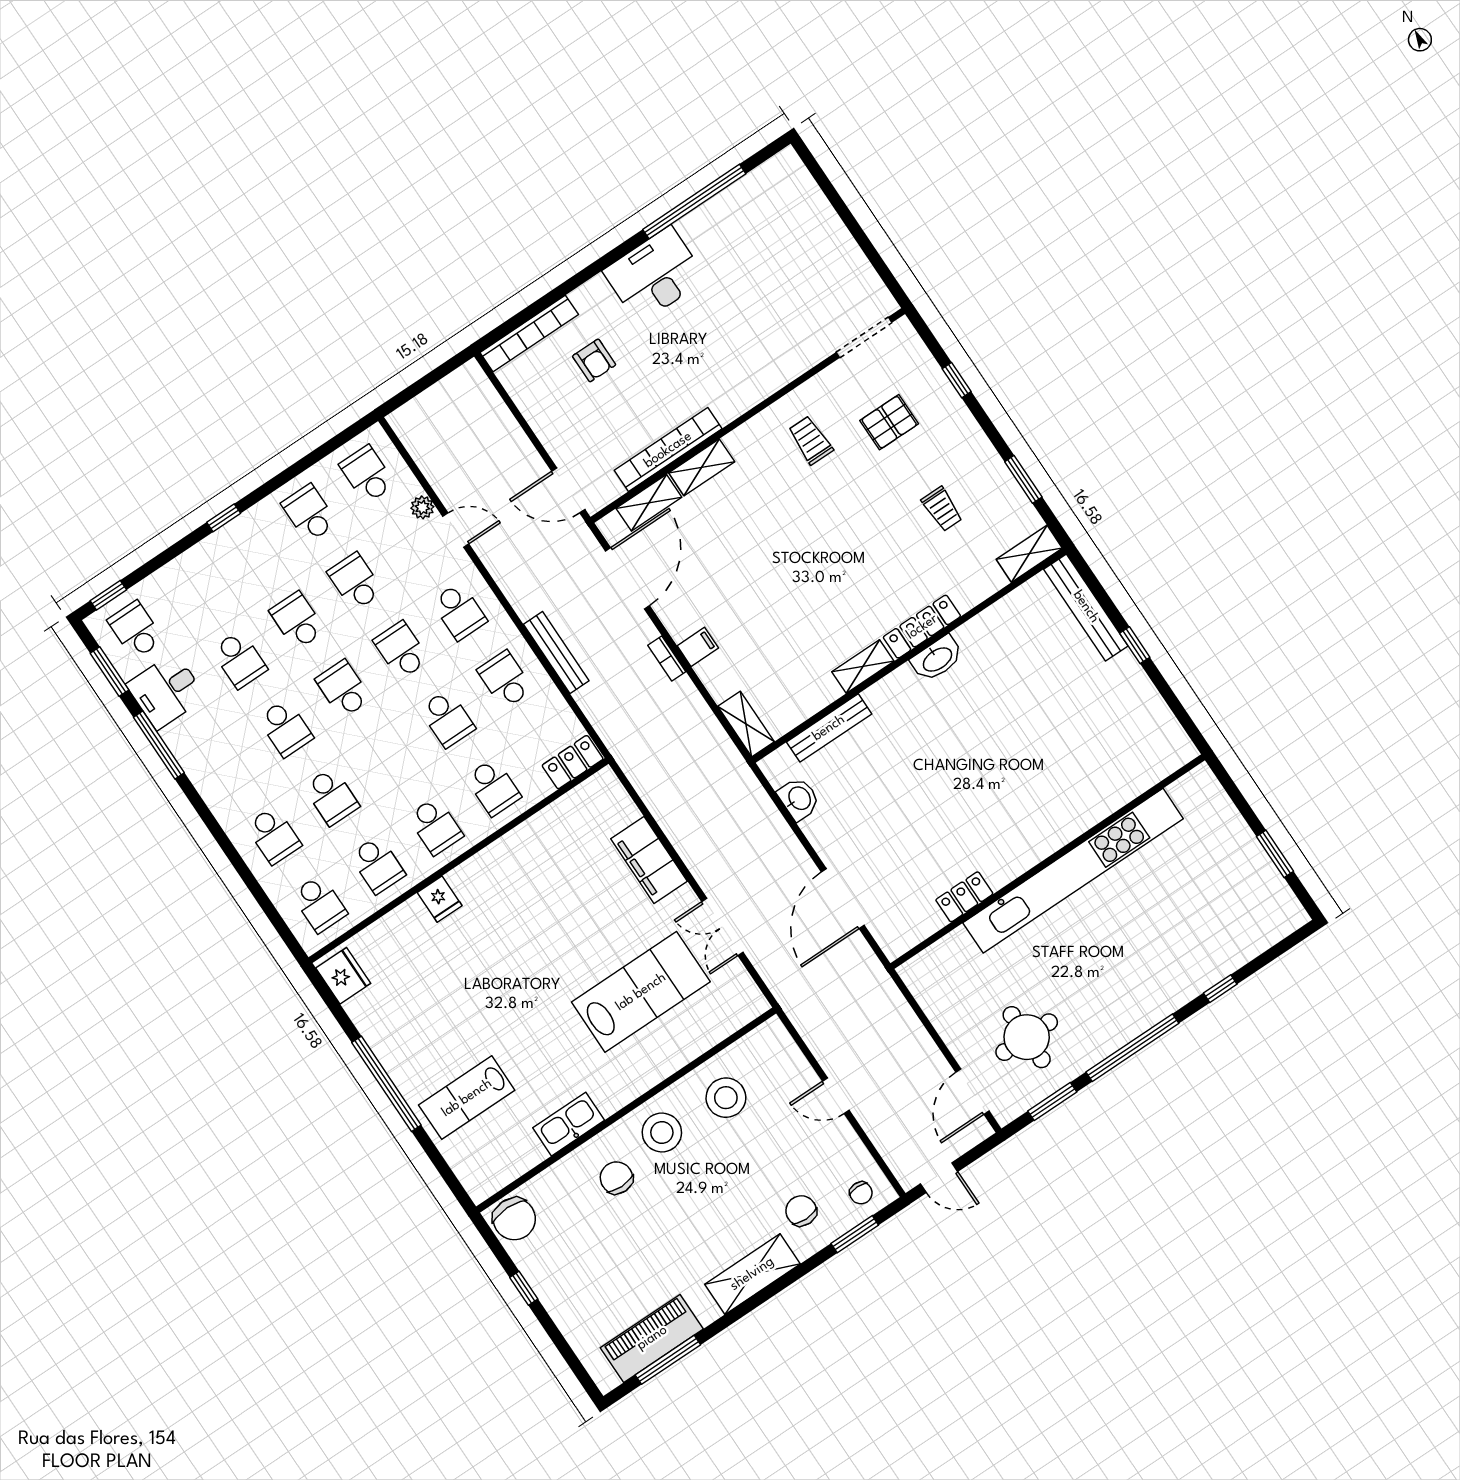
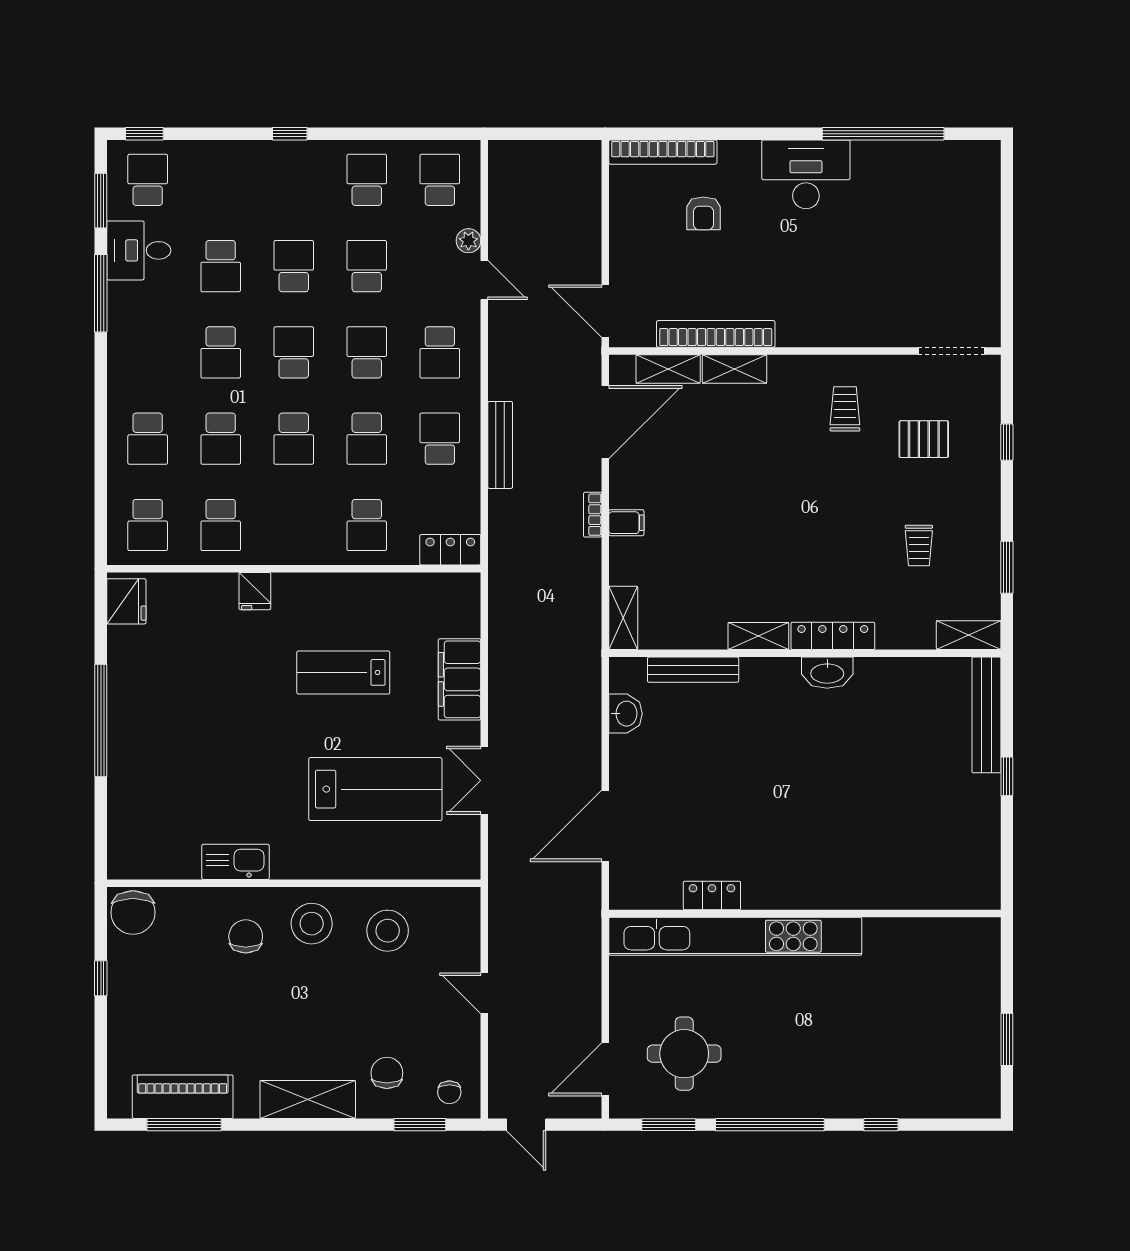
school desk: (435, 826) -> (294, 439), moved
kitchen unit: (1073, 871) -> (735, 936), moved
lab bench: (467, 1098) -> (343, 672), moved

